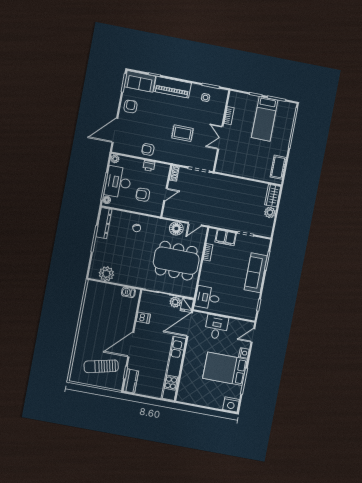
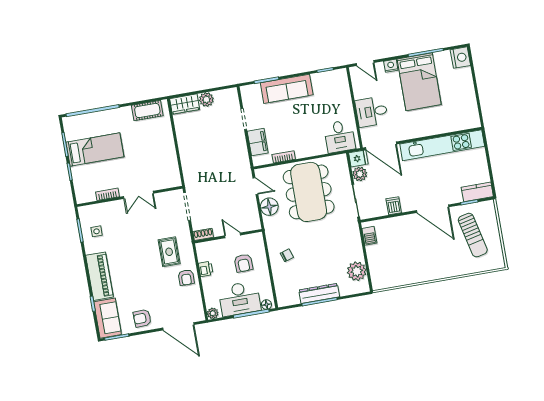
rug: (182, 133) -> (169, 252), moved
dresser: (104, 223) -> (319, 293), moved

